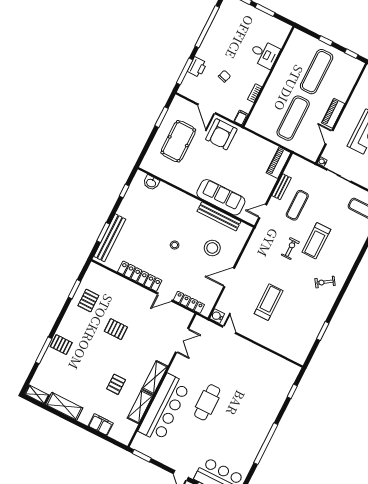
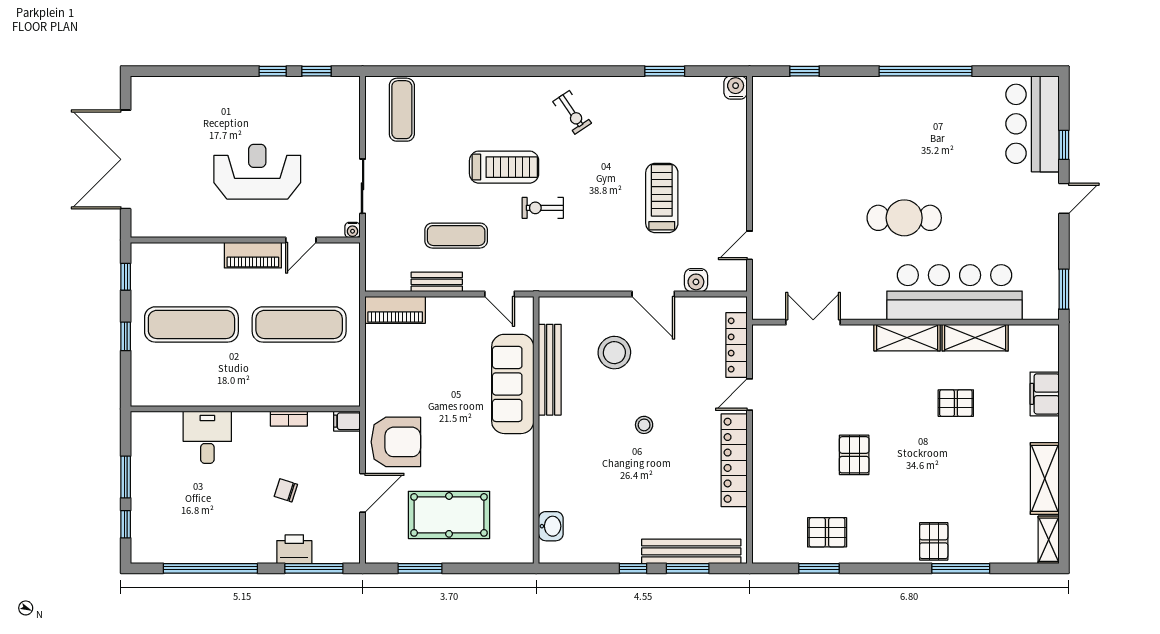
window: (124, 191) -> (633, 568), moved
door: (165, 297) -> (750, 395), swing flipped
treadmill: (269, 302) -> (662, 198), turned 90
water cooler: (217, 316) -> (696, 280), moved
water cooler: (300, 358) -> (736, 87), added

